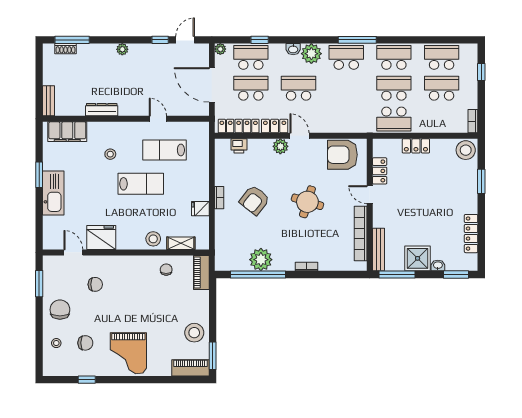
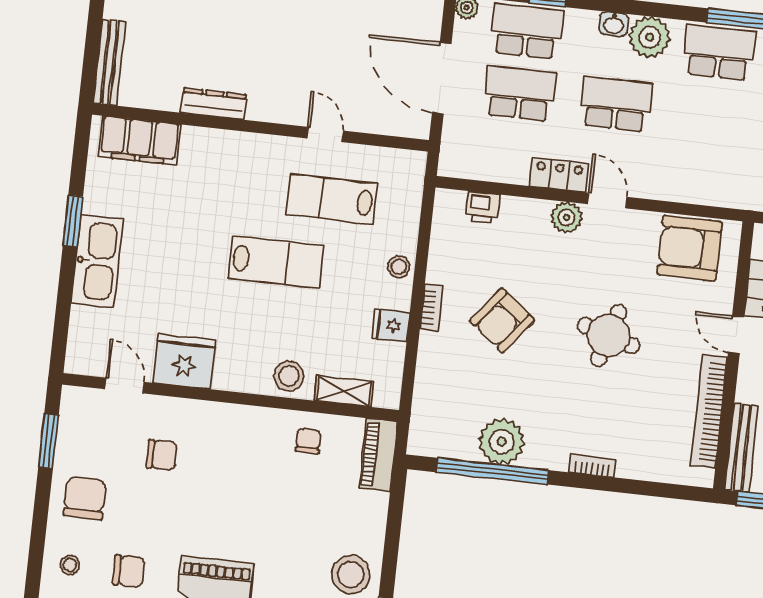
bench: (48, 101) -> (109, 63), width x1.36
locker: (239, 126) -> (487, 167), removed
stool: (110, 154) -> (399, 267), moved

